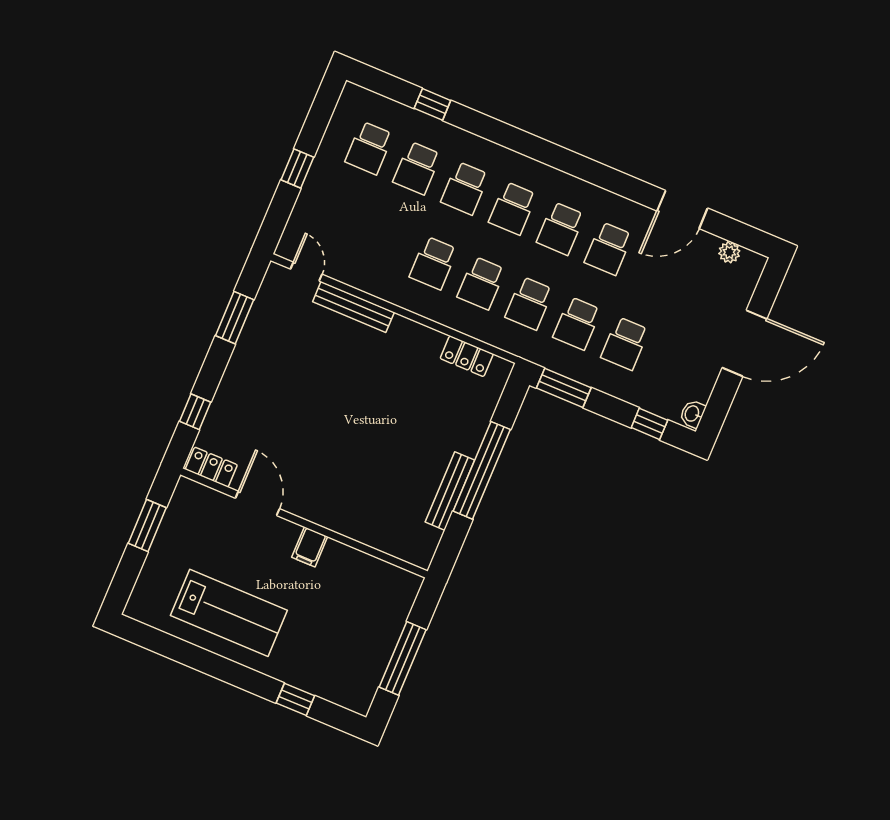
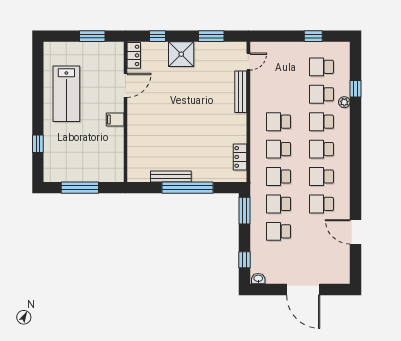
window: (297, 169) -> (313, 36), moved
plant: (729, 252) -> (344, 102), moved
shower: (244, 383) -> (181, 54), added

